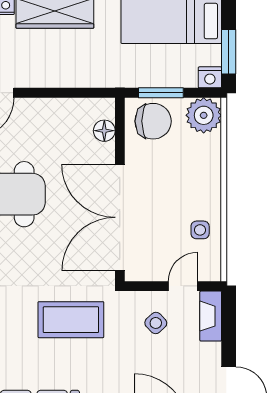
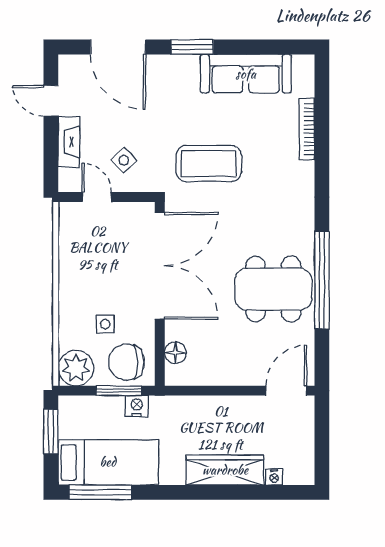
nightstand: (210, 77) -> (137, 406), moved
side table: (200, 230) -> (105, 324), moved
door: (183, 286) -> (97, 197), swing flipped
fireplace: (211, 316) -> (69, 142), moved

